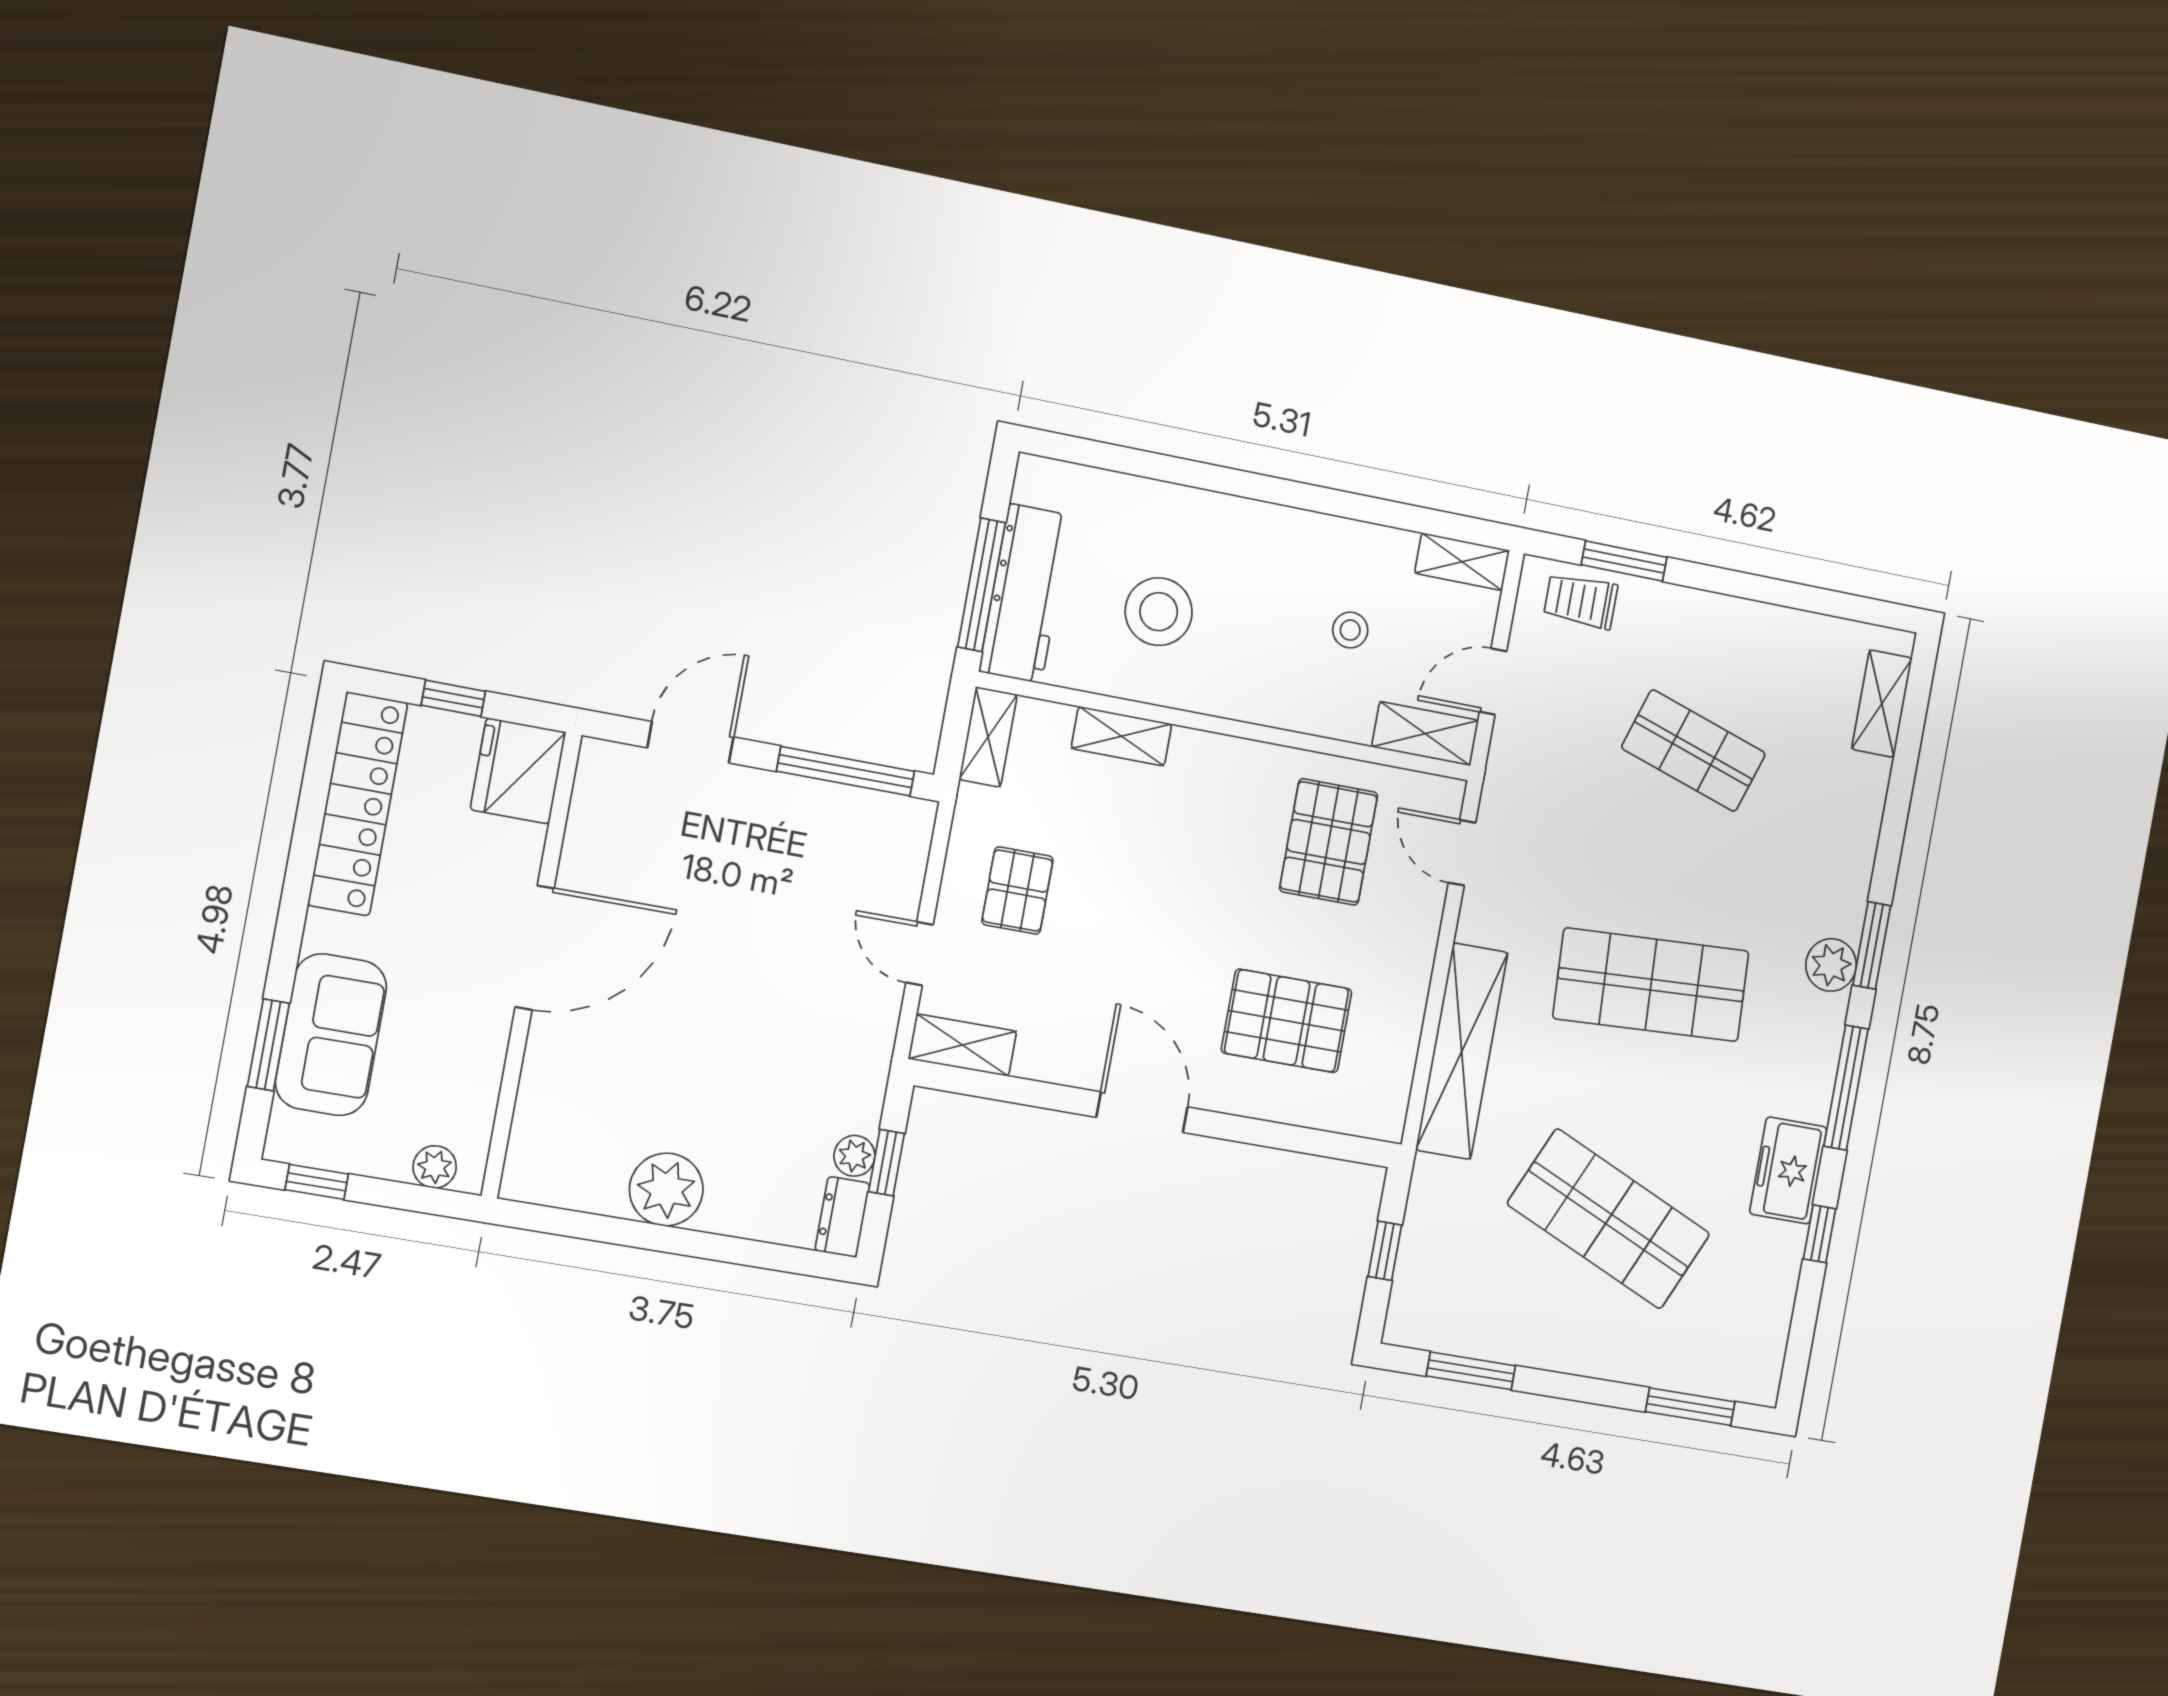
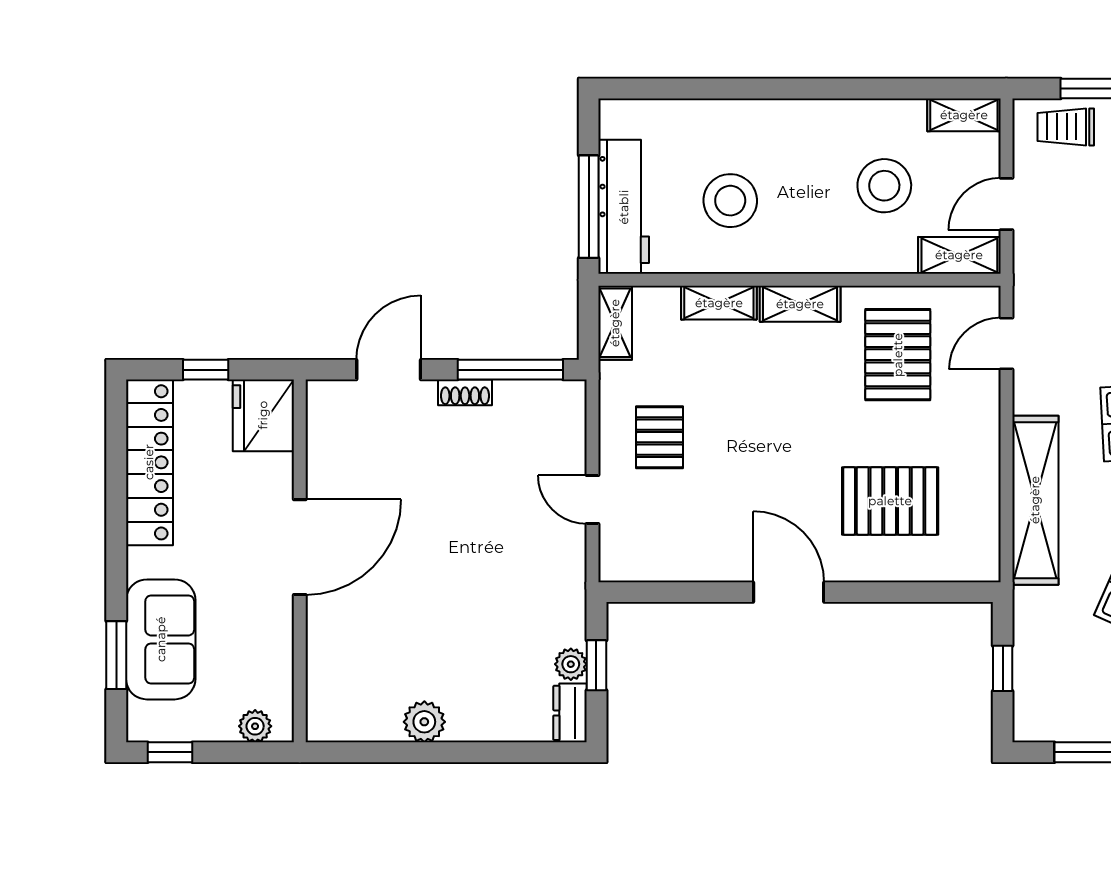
stool: (1350, 630) -> (884, 186), width x1.89, depth x1.89
shoe rack: (783, 789) -> (465, 392), added
door: (1462, 853) -> (1006, 344), hinge flipped
shelving: (962, 1045) -> (800, 304), moved
plant: (666, 1189) -> (424, 722), width x0.73, depth x0.73

